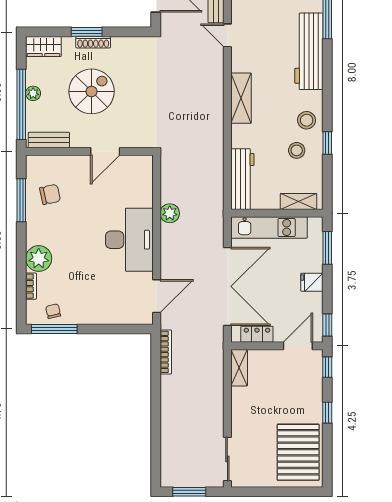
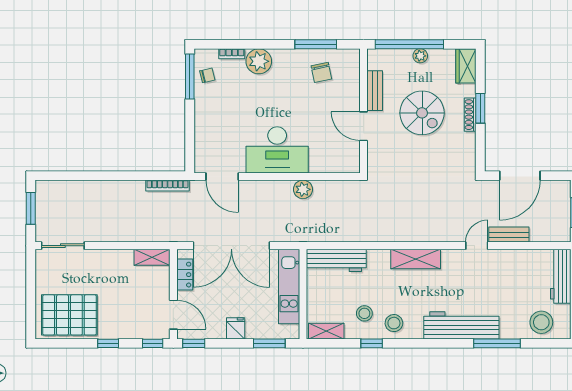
bench: (49, 140) -> (375, 91), moved
shelving: (298, 201) -> (326, 331), moved, turned 90

